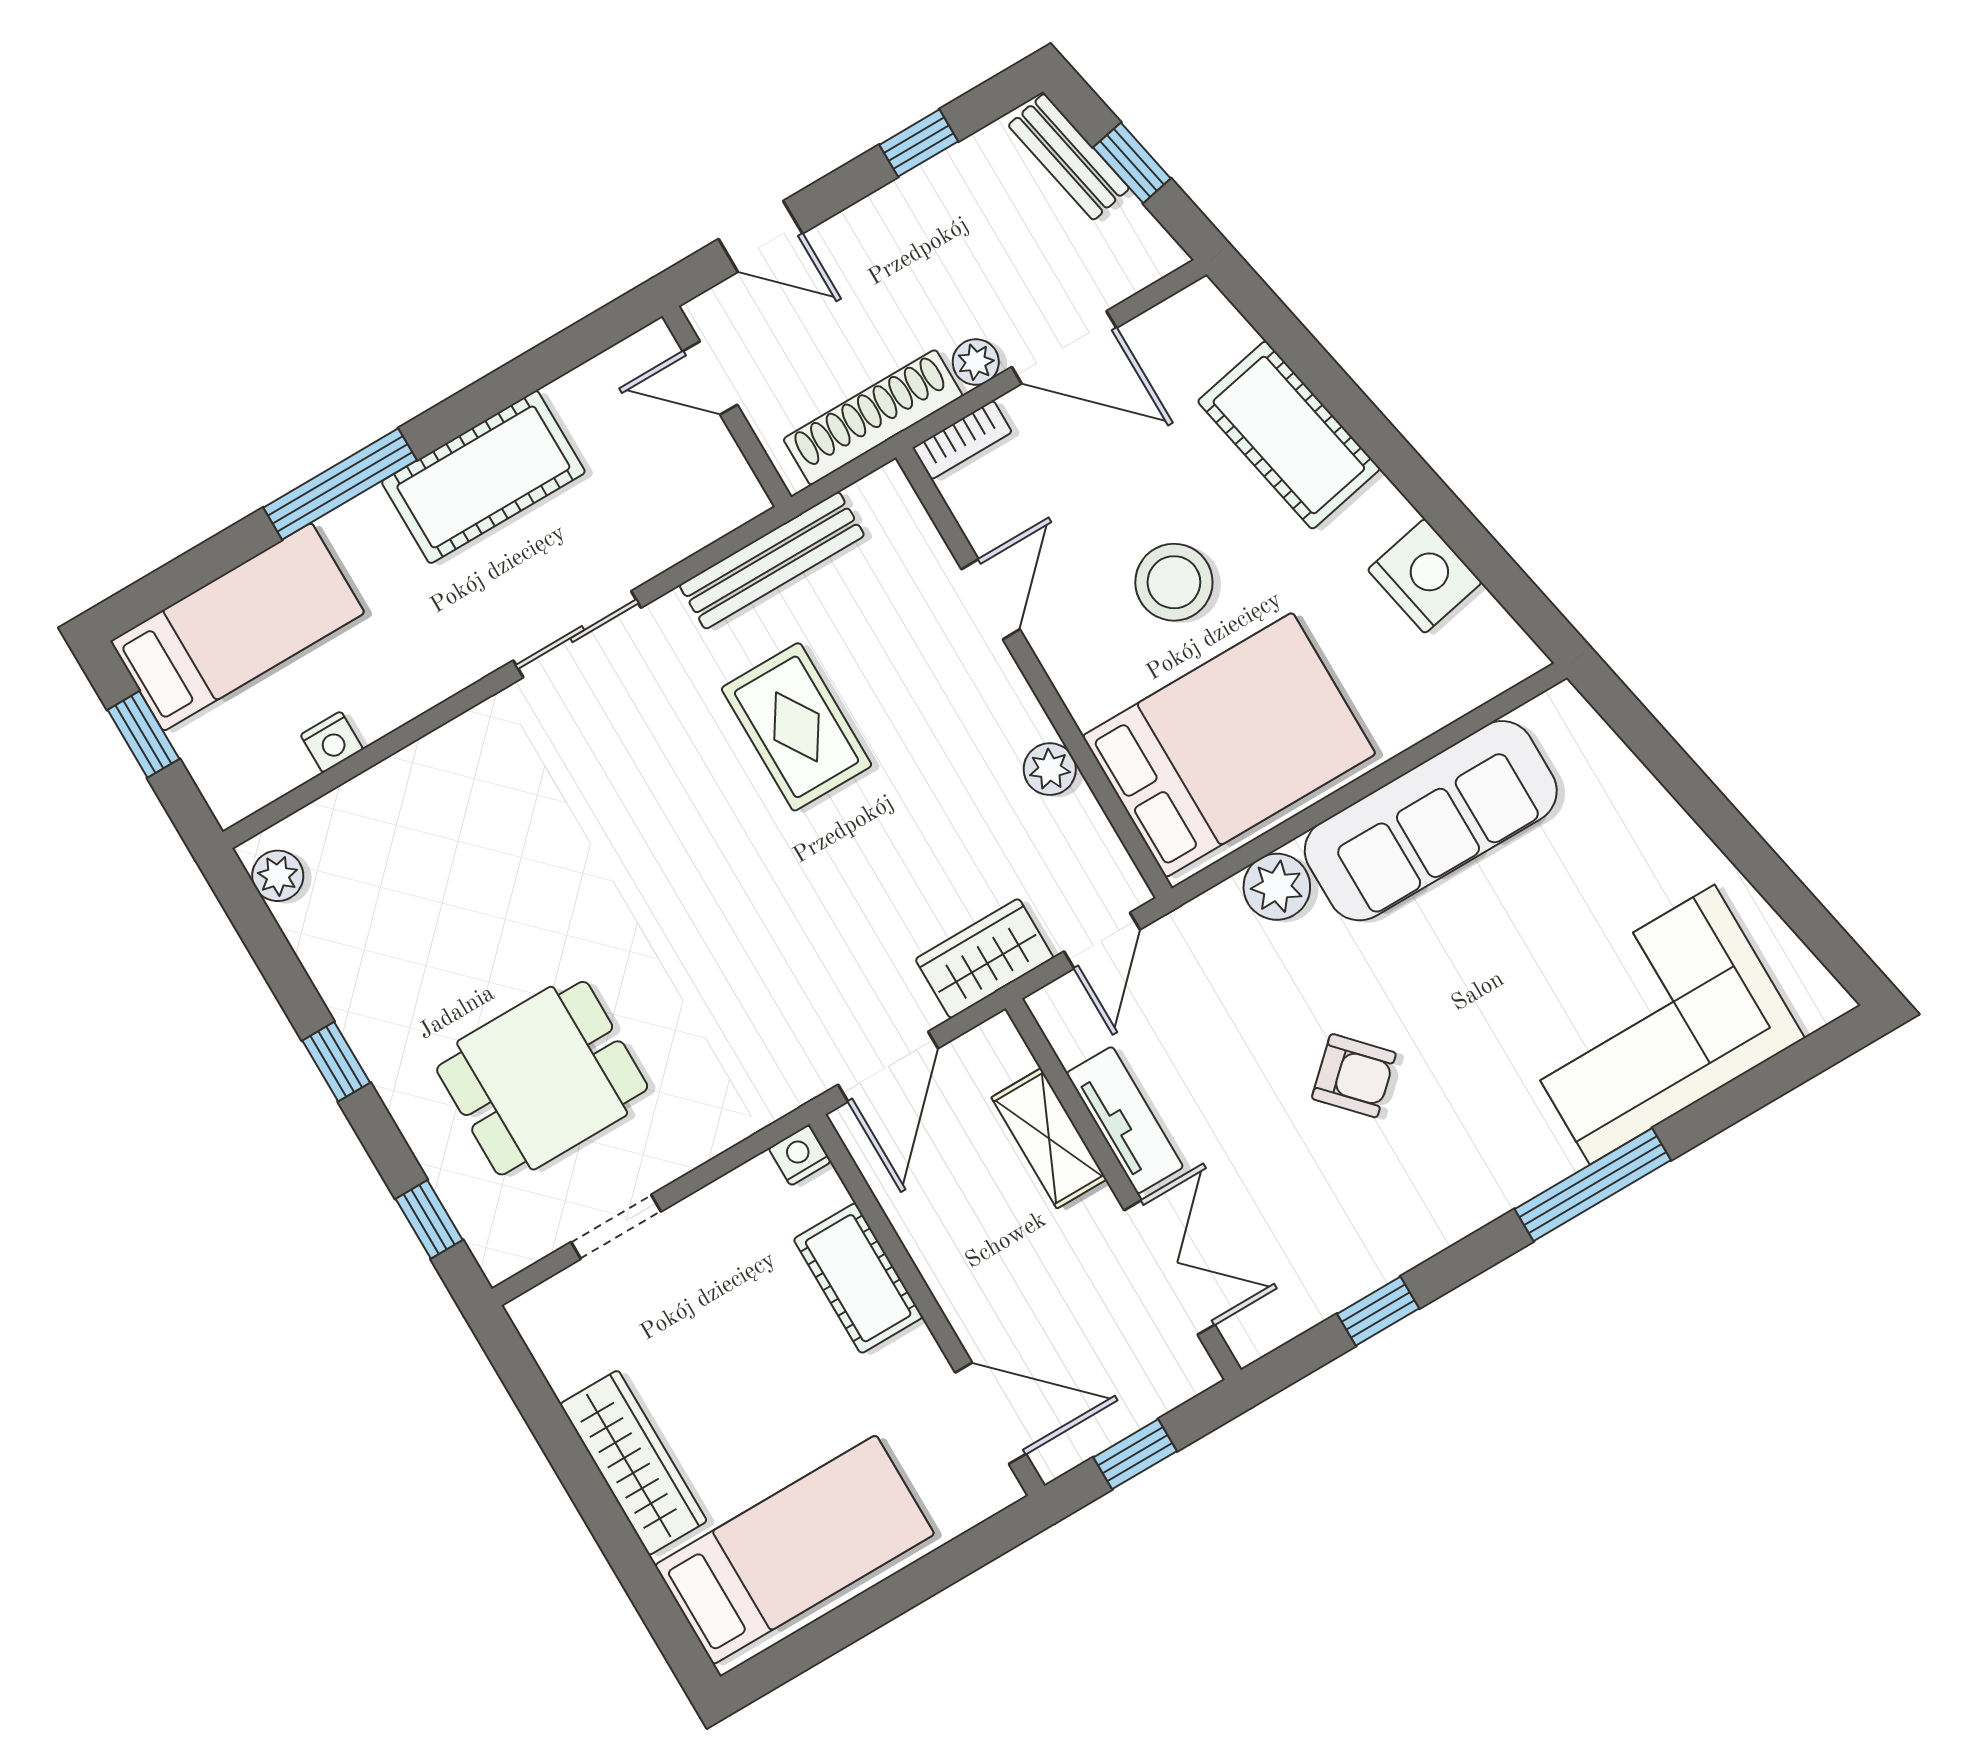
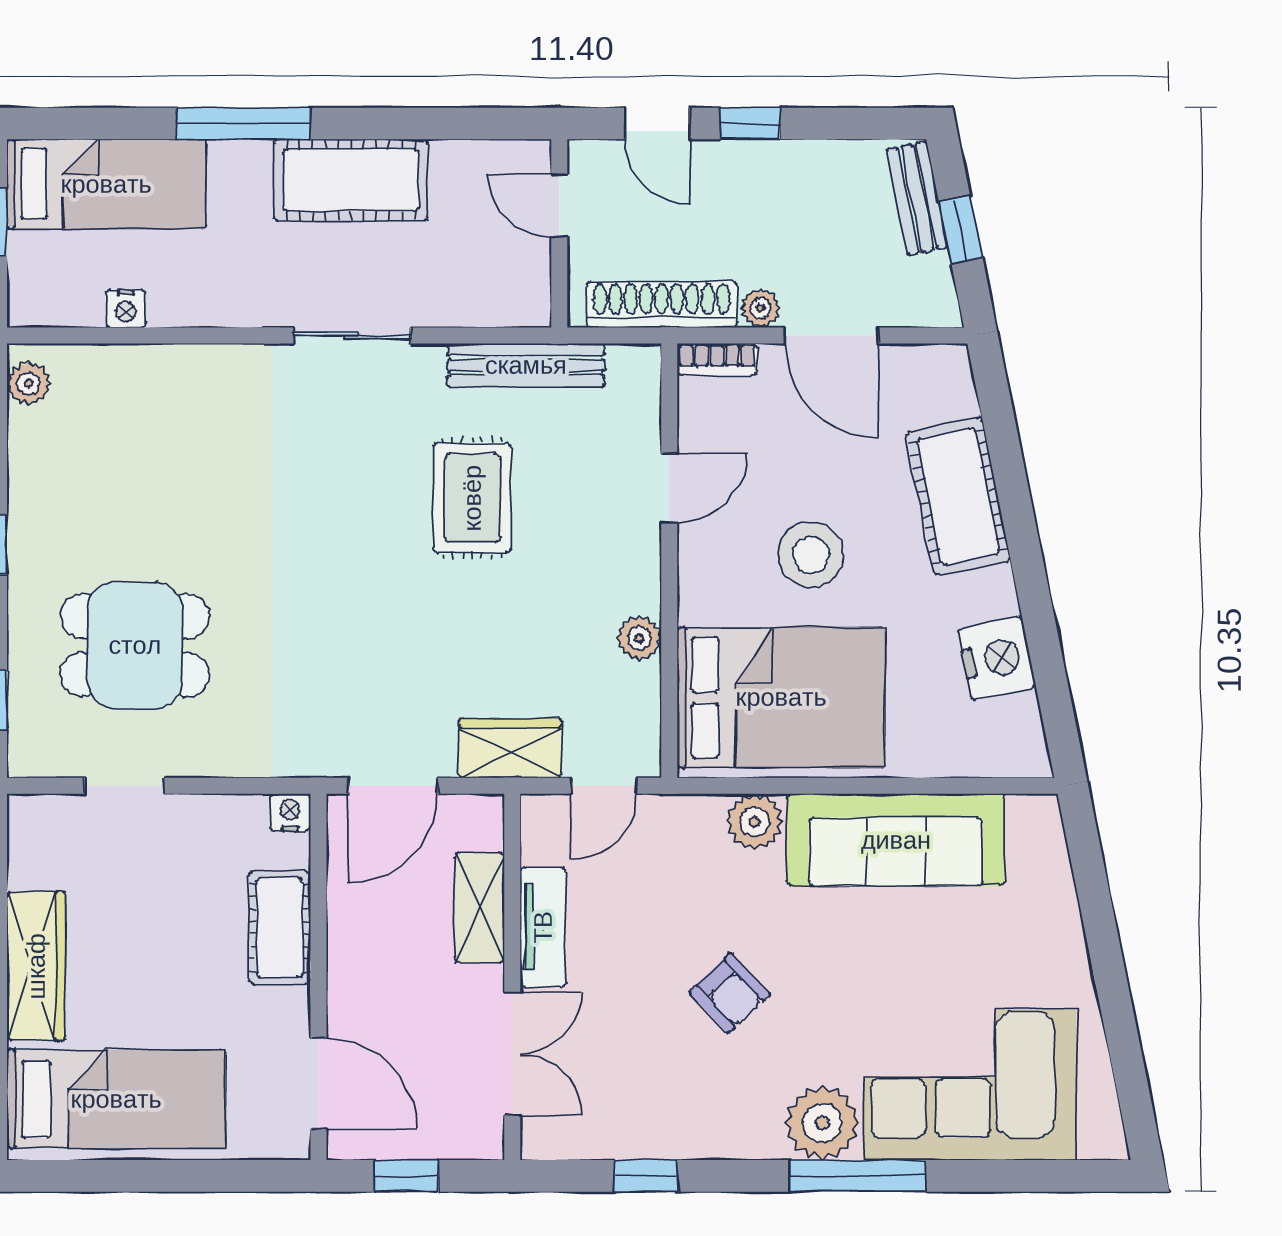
window: (919, 143) -> (750, 123), moved
plant: (1525, 1152) -> (822, 1123), added

